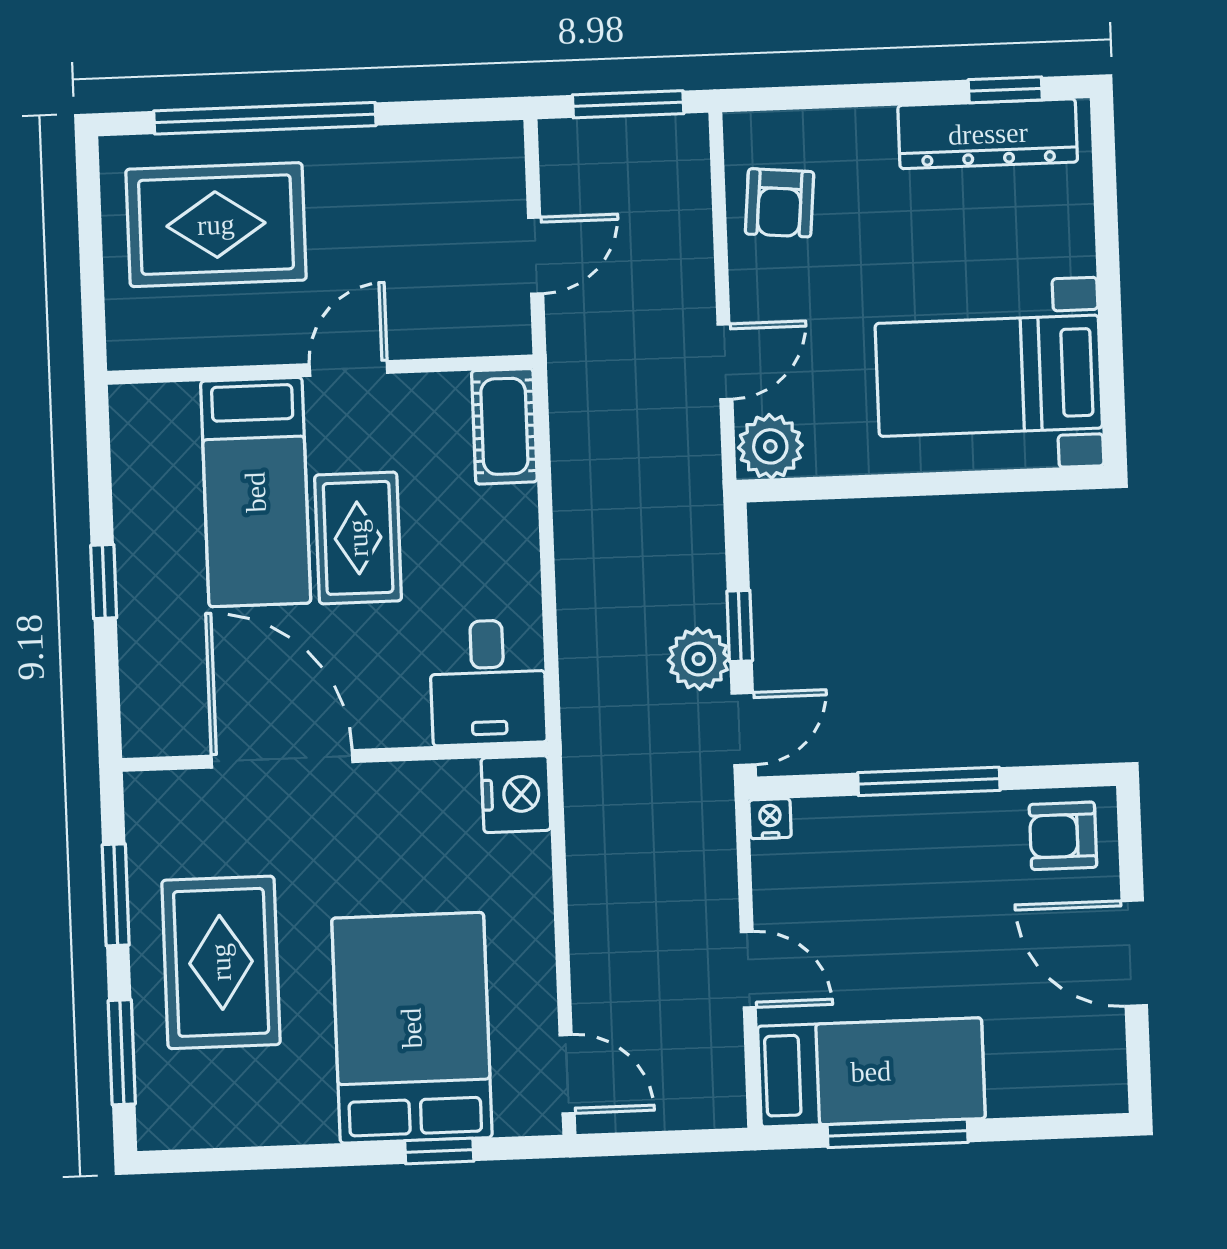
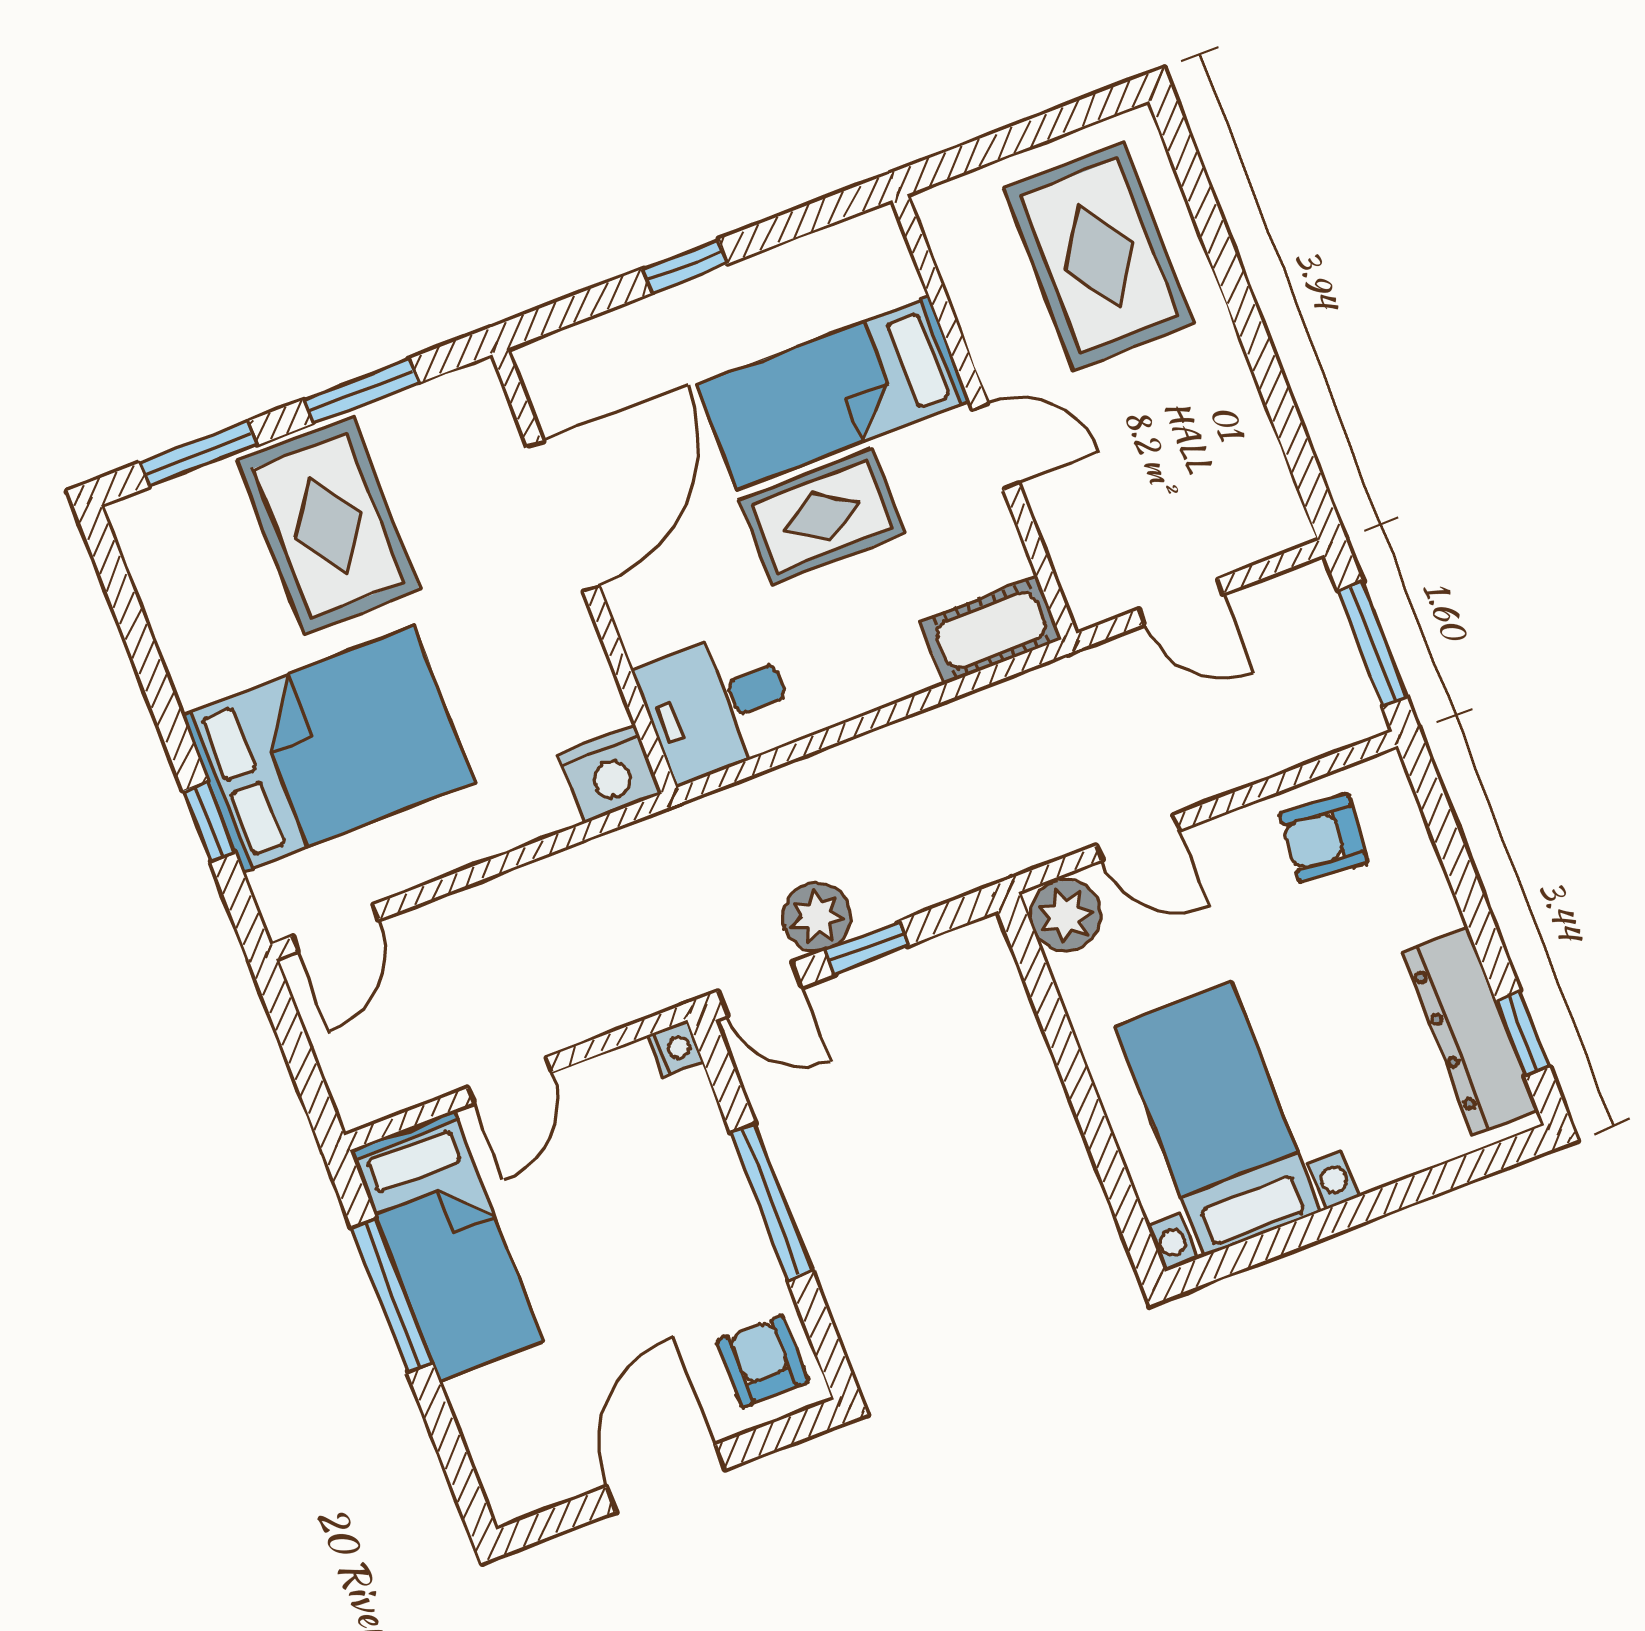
window: (265, 118) -> (1228, 269), removed
rug: (221, 962) -> (328, 526), turned 90

